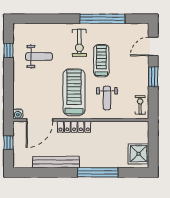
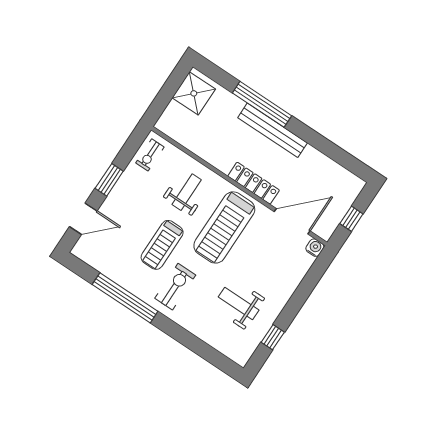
bench: (56, 162) -> (273, 130), moved

